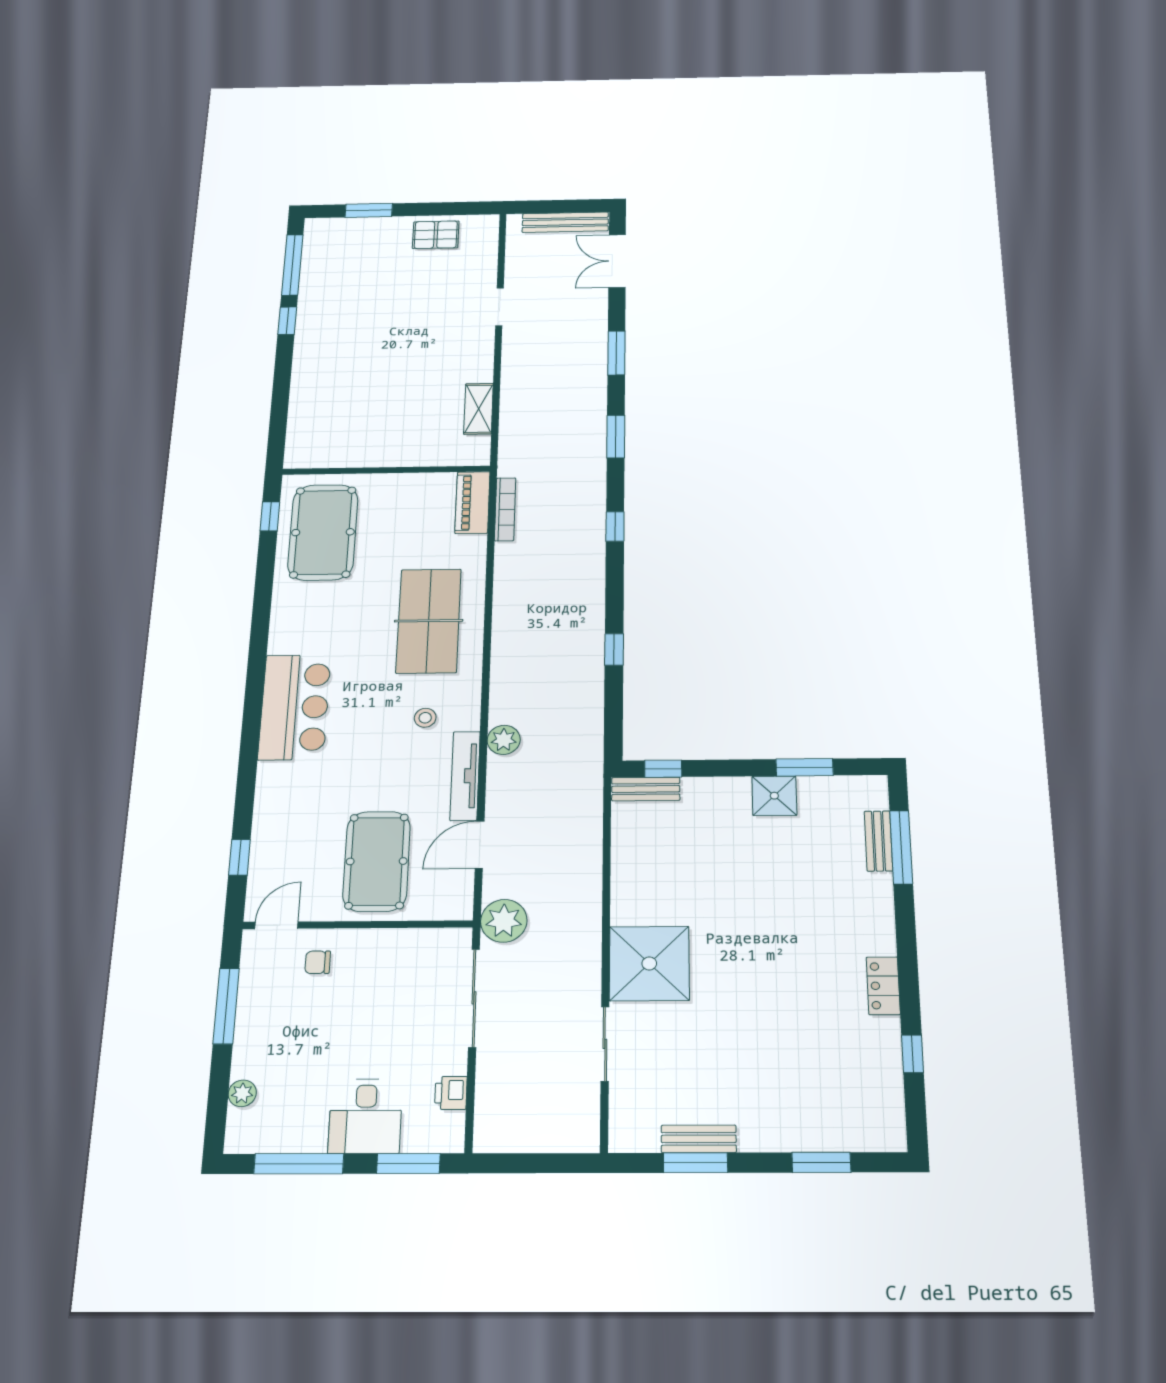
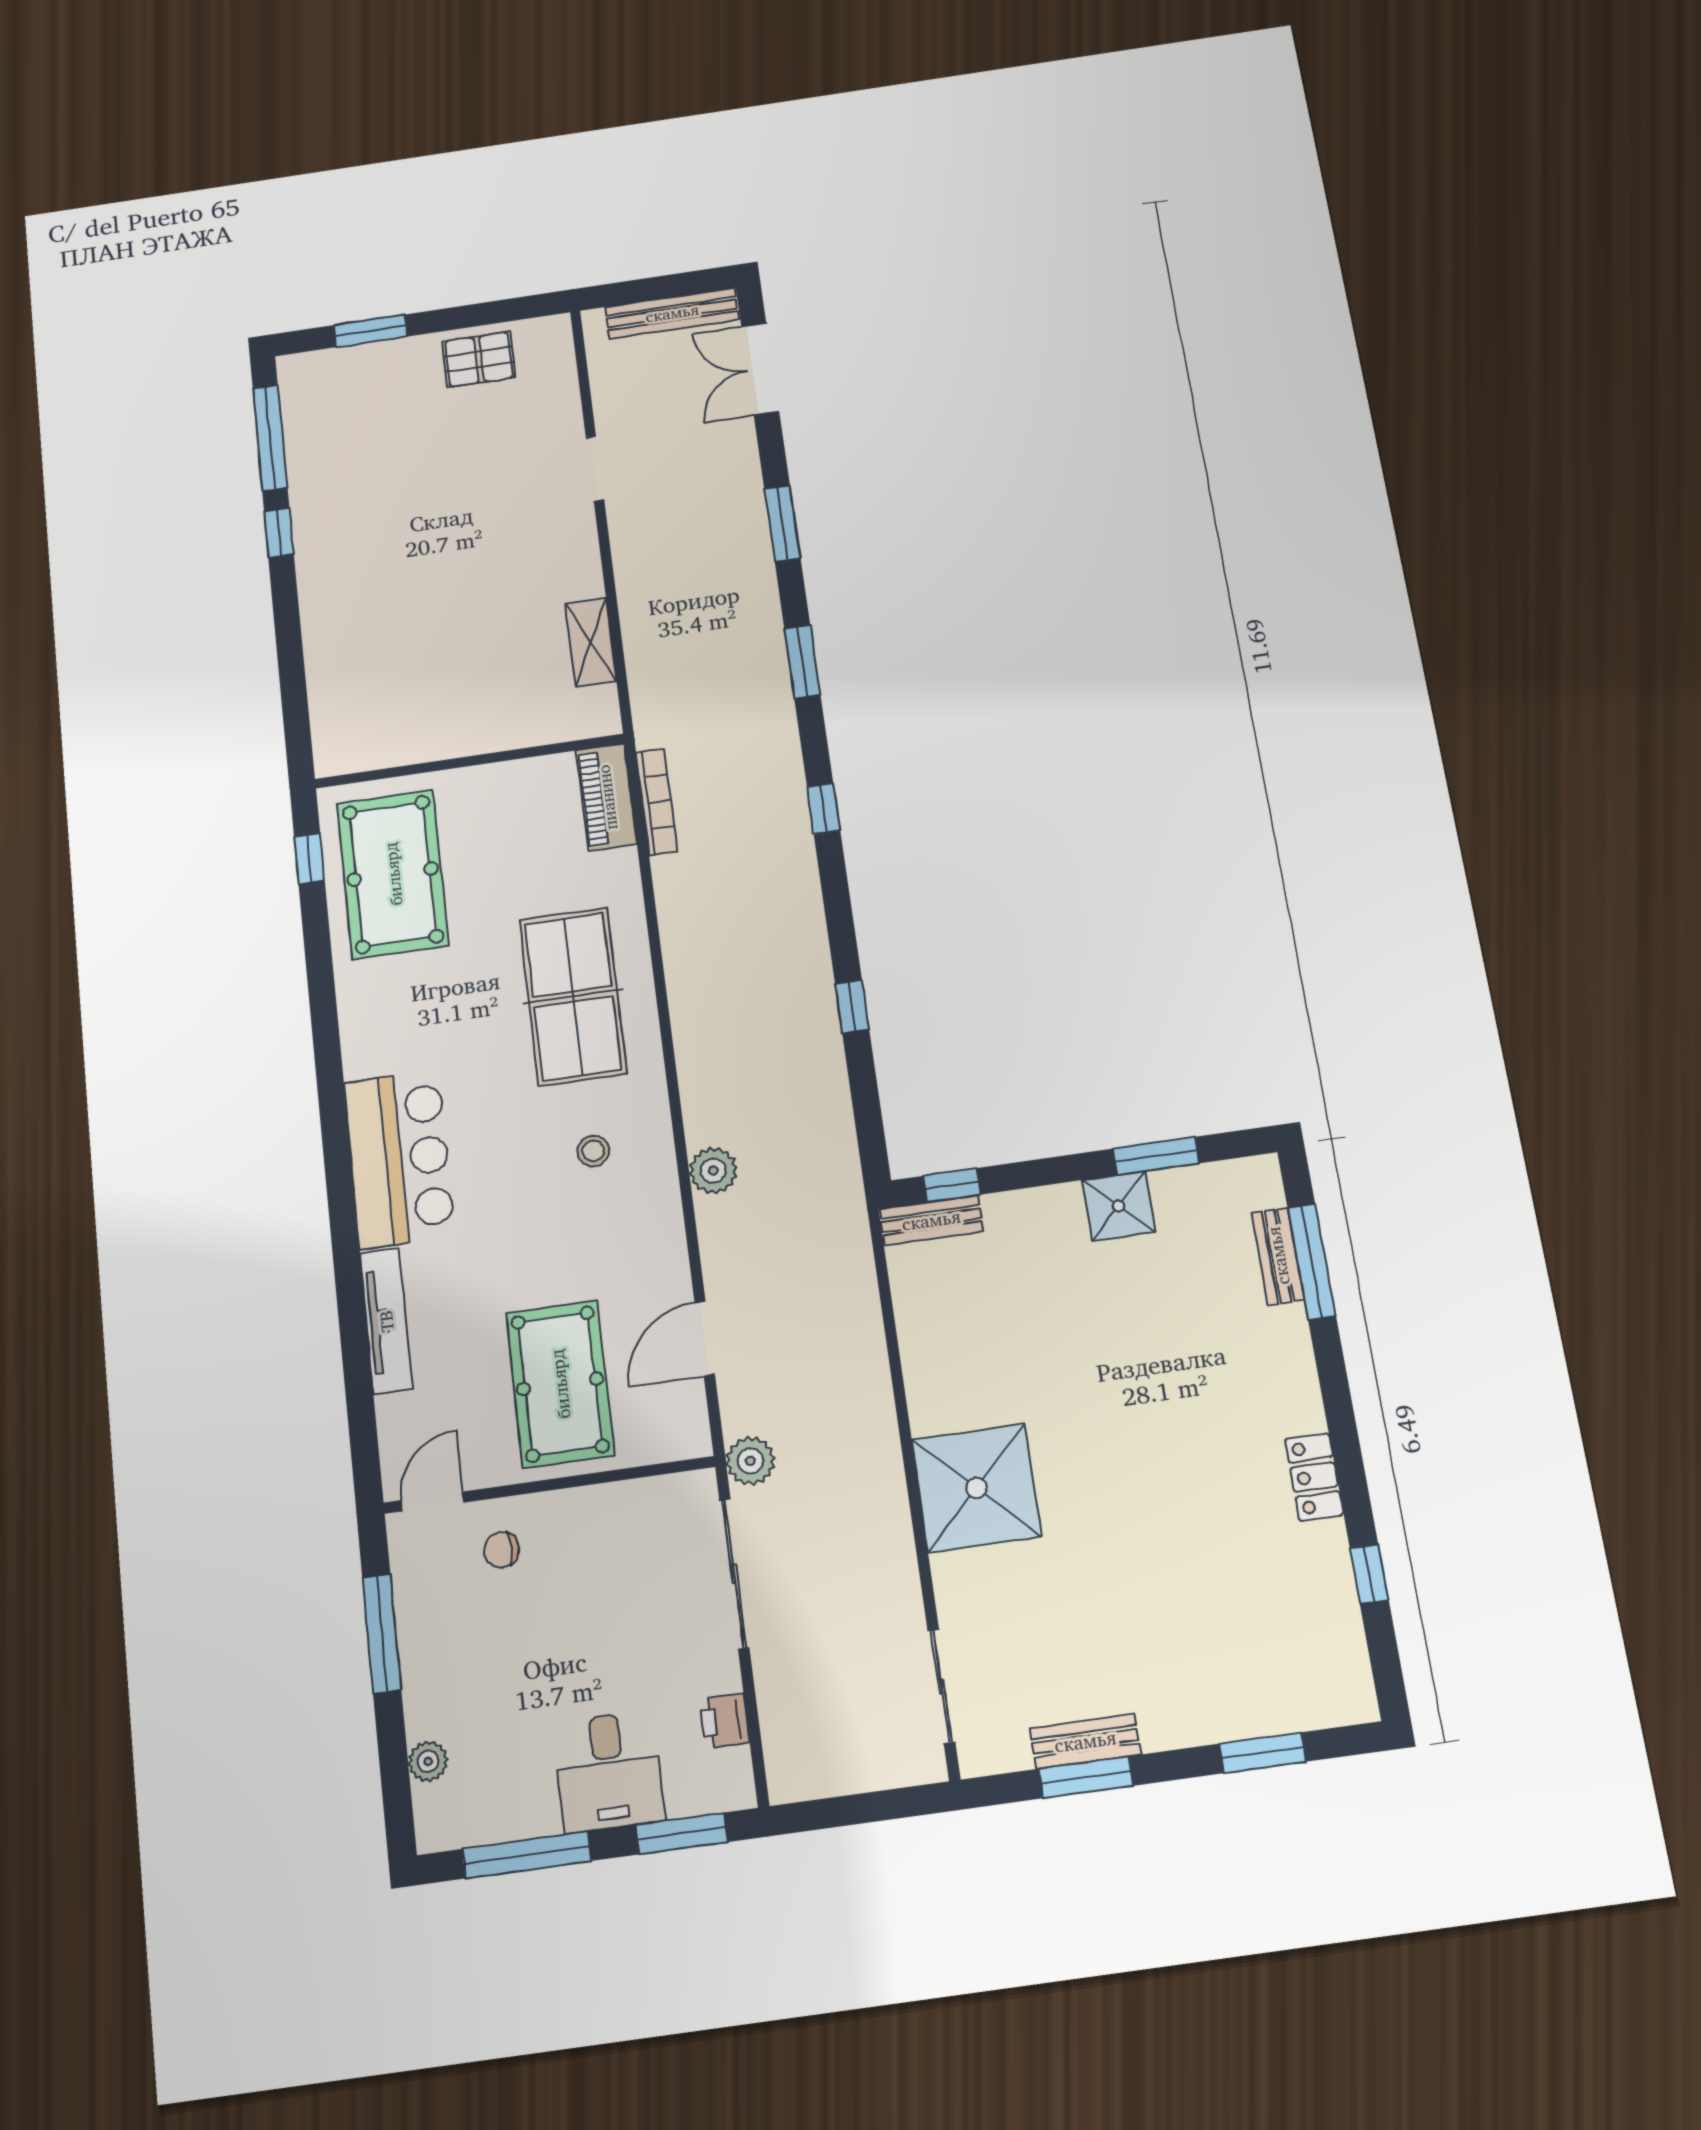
tv unit: (465, 776) -> (386, 1321), moved, turned 180
window: (239, 857) -> (360, 1404), removed
plant: (504, 921) -> (750, 1461), width x0.73, depth x0.73
sliding door: (605, 1044) -> (941, 1686), moved

